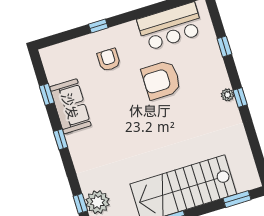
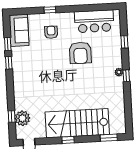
armchair: (161, 80) -> (80, 53), turned -90
sofa: (70, 106) -> (19, 30), moved
window: (61, 139) -> (9, 63), moved

